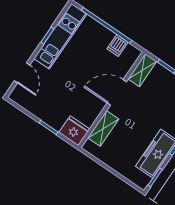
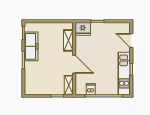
door: (117, 92) -> (74, 64), hinge flipped

